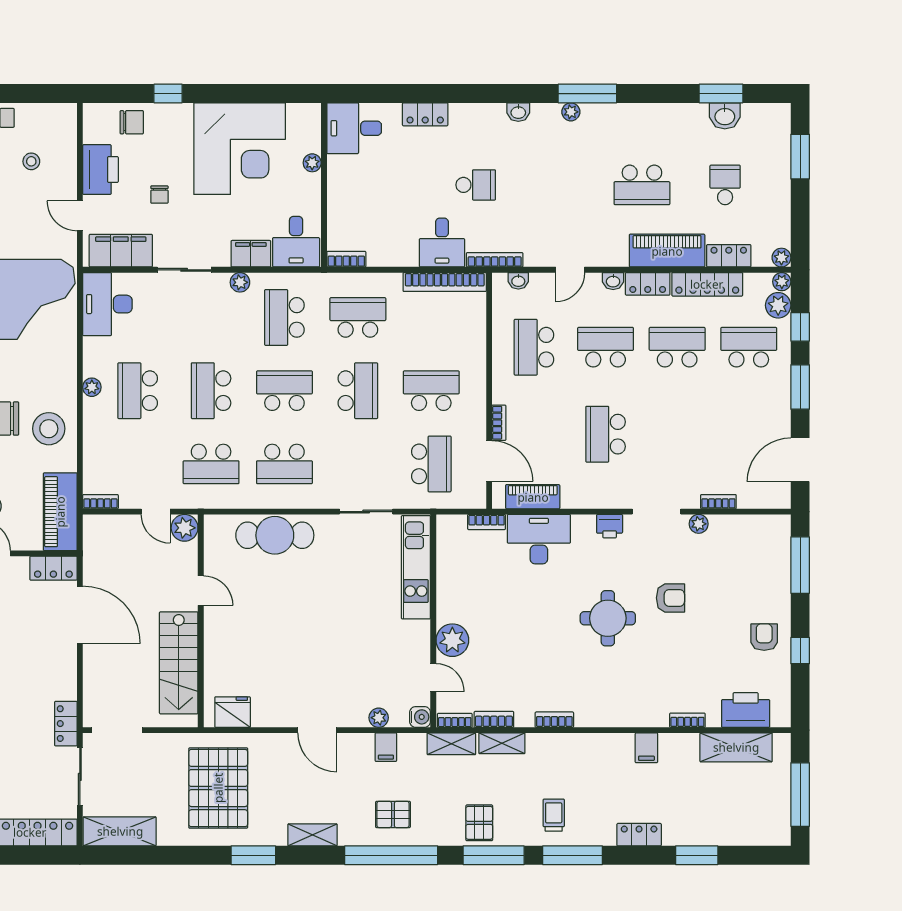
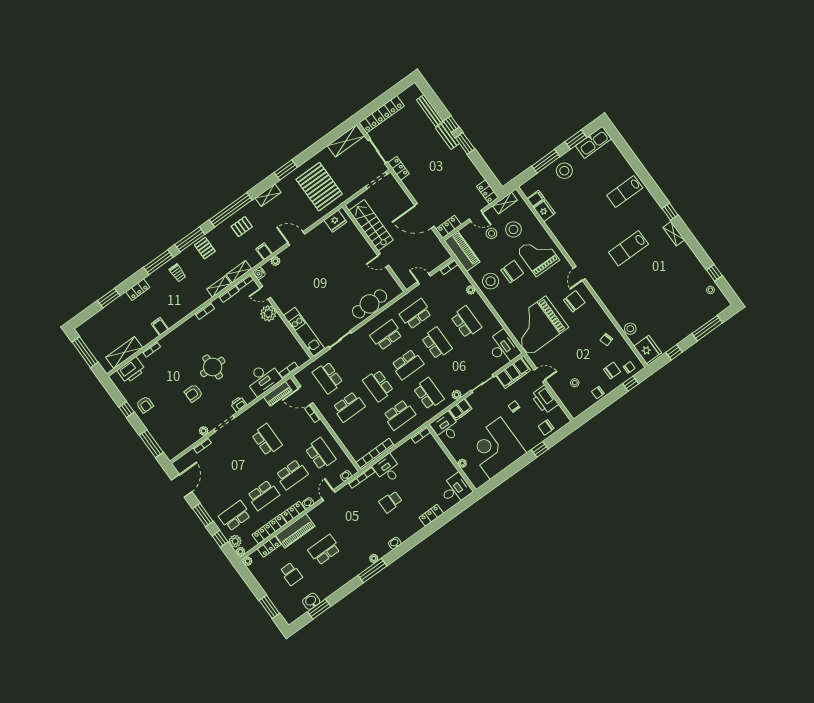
school desk: (749, 347) -> (235, 516), turned 180
plant: (92, 387) -> (471, 290), moved
plant: (185, 528) -> (408, 281), removed

